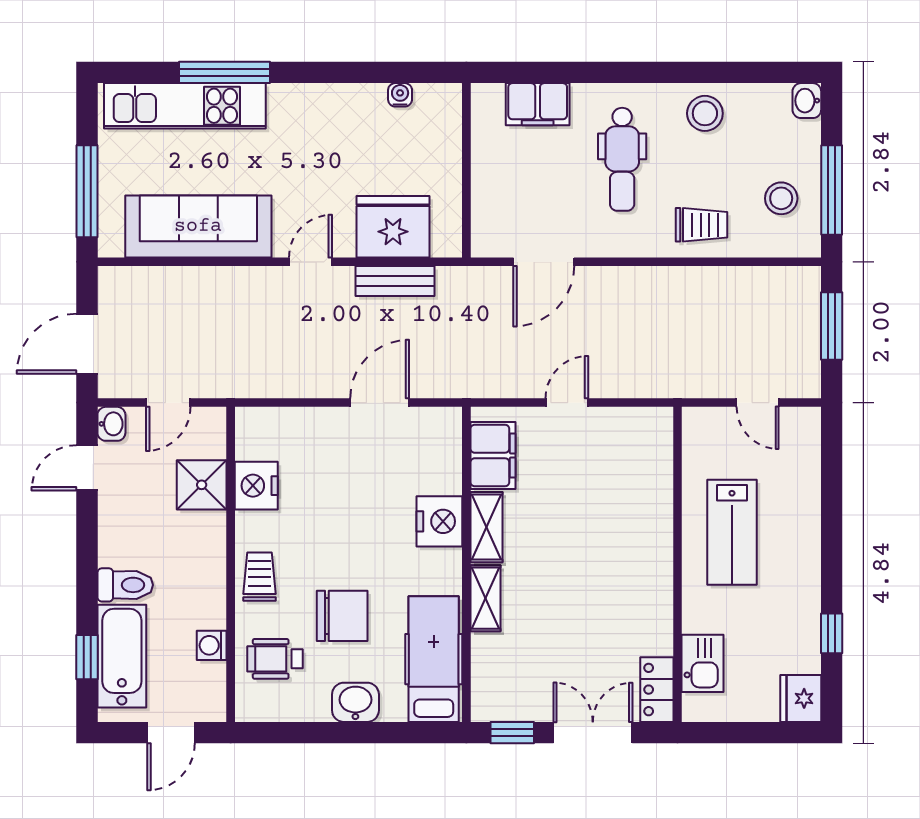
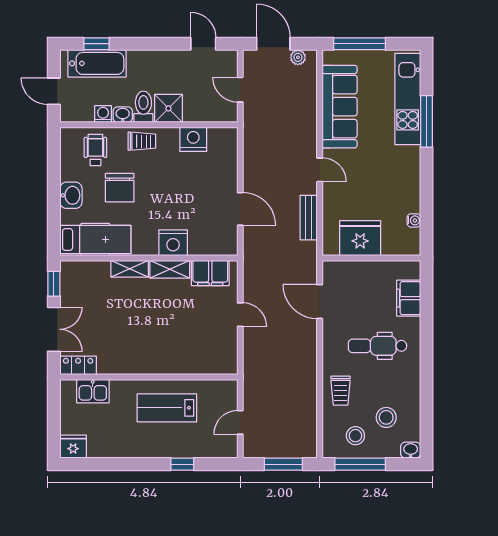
stool: (705, 113) -> (386, 417), moved
fridge: (393, 227) -> (360, 238), moved, turned -90
plant: (111, 300) -> (298, 57), added
washbasin: (111, 424) -> (123, 115), moved, turned 180
shower: (202, 485) -> (168, 108), moved
toilet: (125, 585) -> (143, 107), moved, turned 180
window: (832, 633) -> (182, 464), moved

